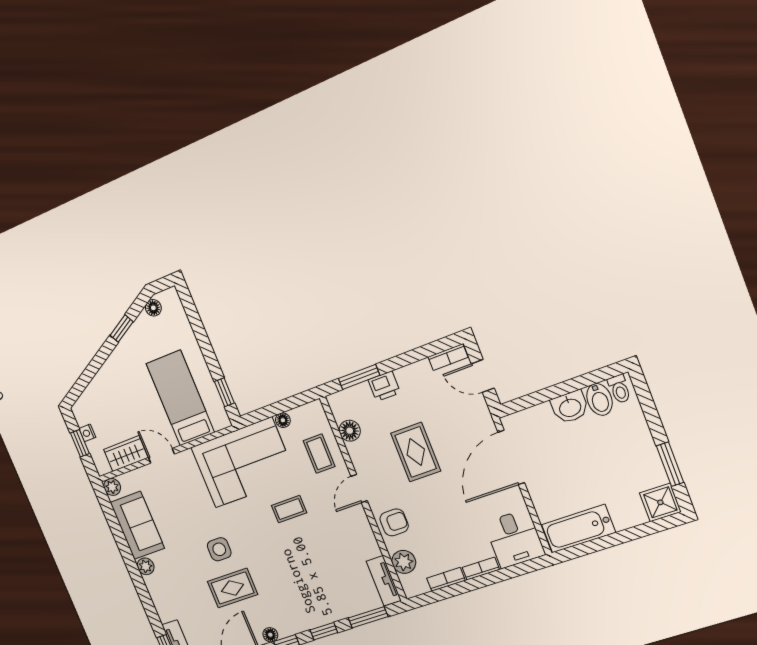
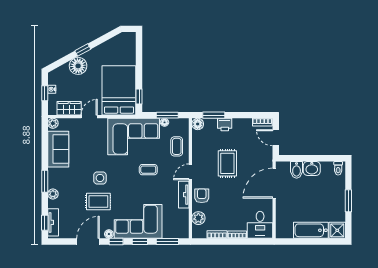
floor lamp: (153, 308) -> (78, 66), moved, width x1.89, depth x1.89
window: (122, 329) -> (83, 50), moved
bed: (180, 398) -> (119, 90), width x1.50
bidet: (599, 399) -> (297, 170), moved
window: (282, 406) -> (167, 115), added
floor lamp: (350, 431) -> (198, 124), moved
door: (161, 456) -> (89, 117), hinge flipped
window: (670, 464) -> (348, 201), moved
armchair: (394, 522) -> (202, 196), turned -90
bathtub: (579, 529) -> (311, 230), moved
plant: (146, 566) -> (53, 194), moved
tv unit: (384, 581) -> (184, 195), moved
window: (139, 583) -> (45, 181), added
corner sofa: (308, 600) -> (138, 221), added

